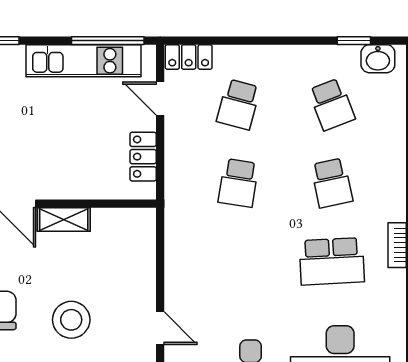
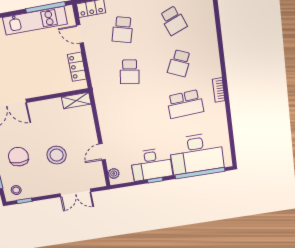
school desk: (332, 183) -> (179, 63), turned 36
shelving: (64, 219) -> (76, 101), moved
door: (160, 328) -> (102, 152), swing flipped

